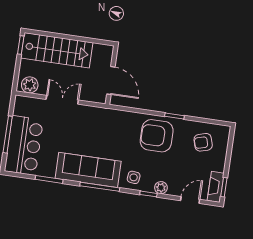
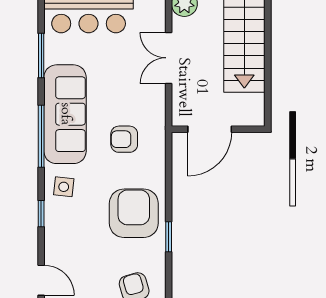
double door: (62, 100) -> (169, 58), swing flipped
armchair: (109, 135) -> (124, 139), added
plant: (161, 188) -> (54, 232), removed

